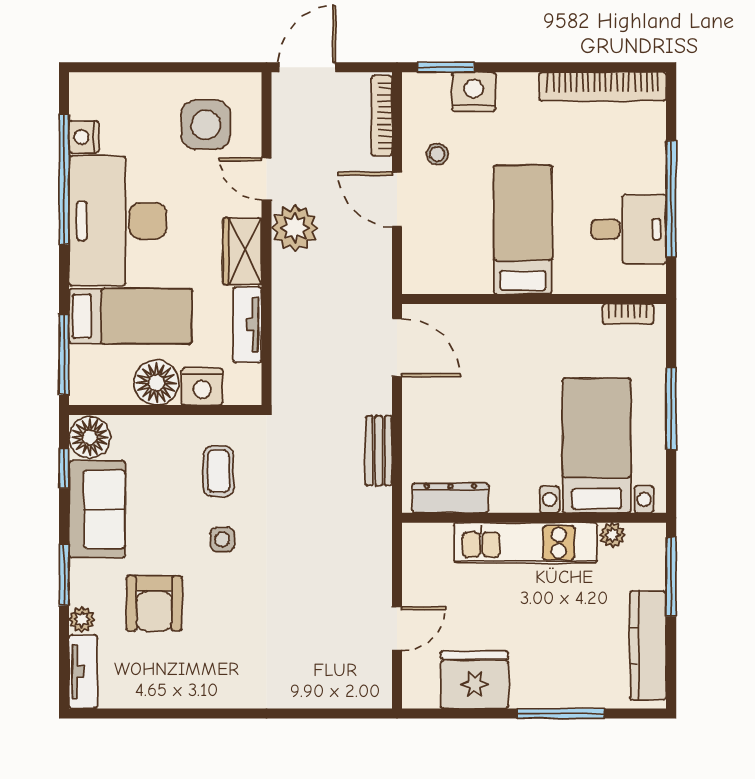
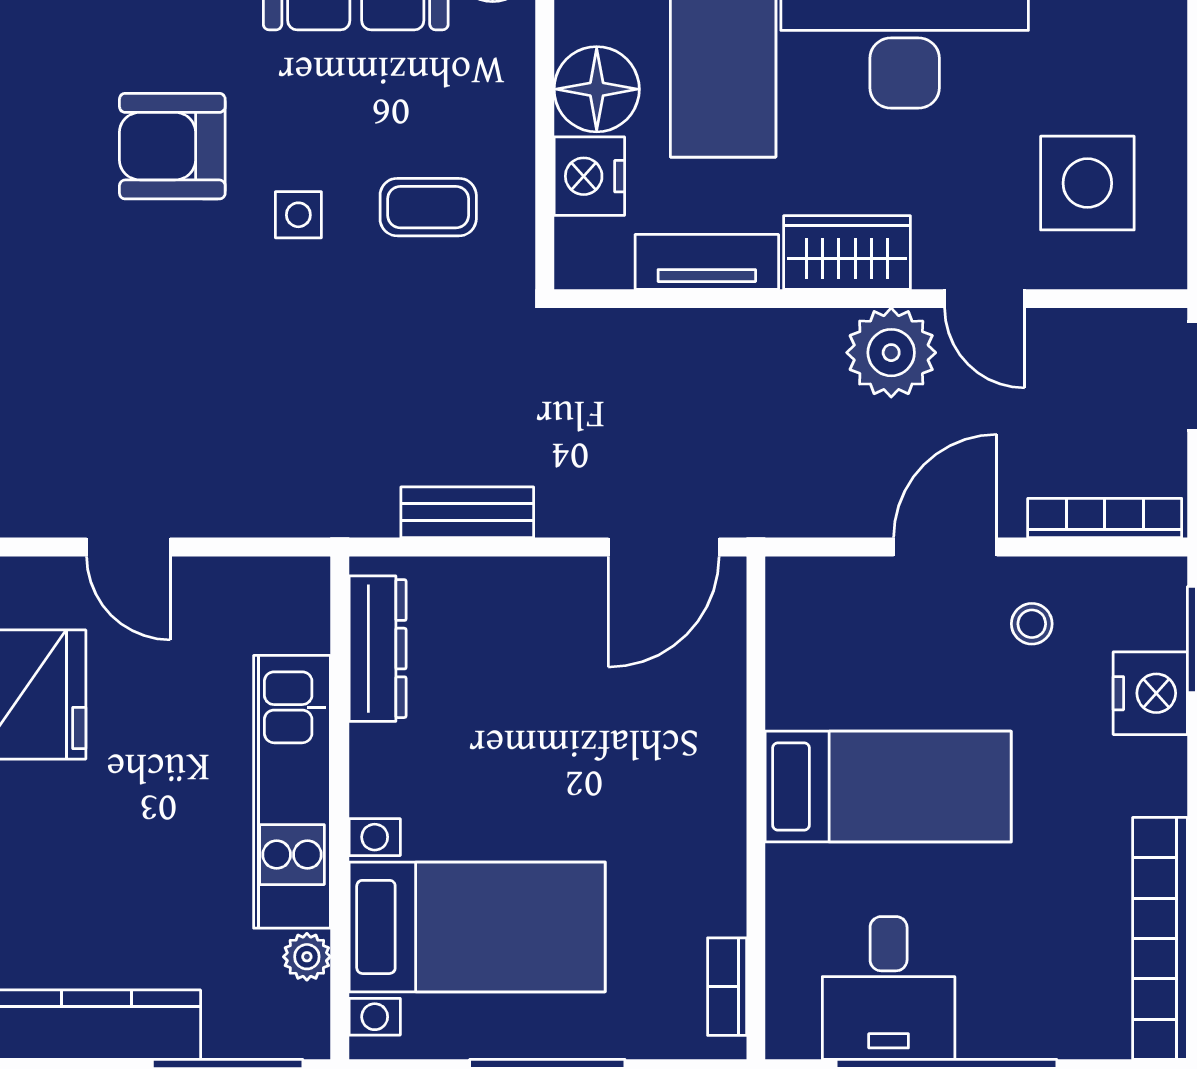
door: (266, 179) -> (985, 299), swing flipped
armchair: (154, 603) -> (172, 146), moved

